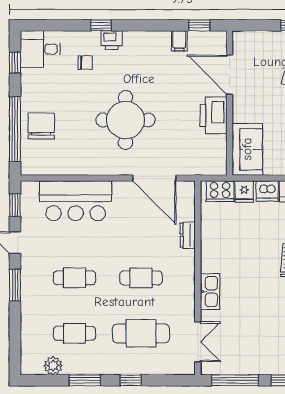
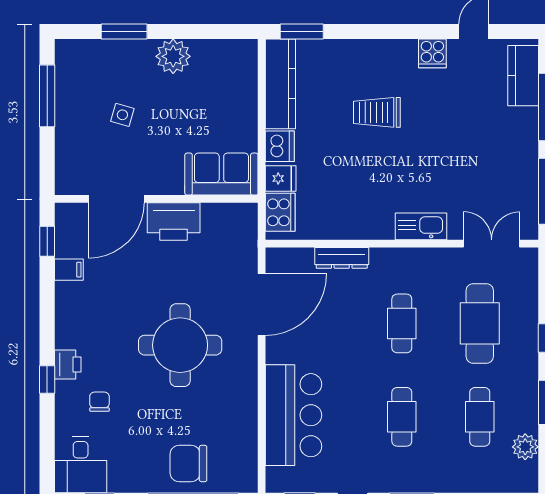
dresser: (188, 235) -> (342, 258), width x1.44

